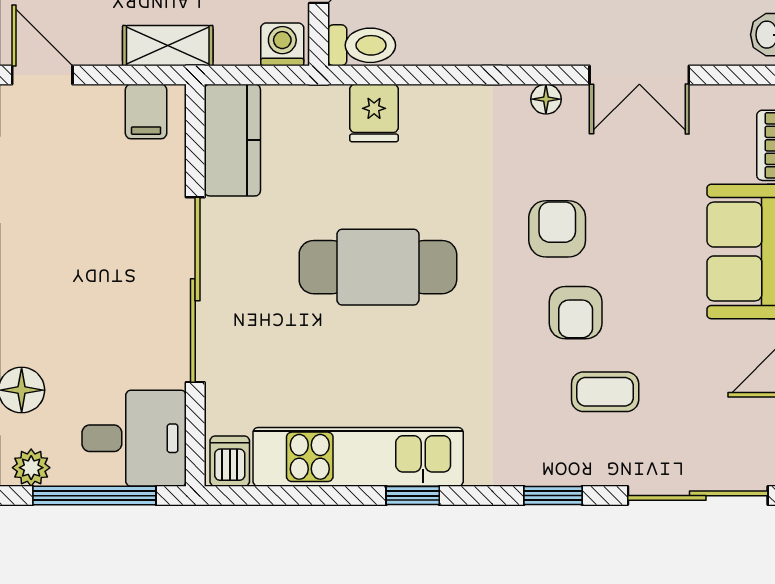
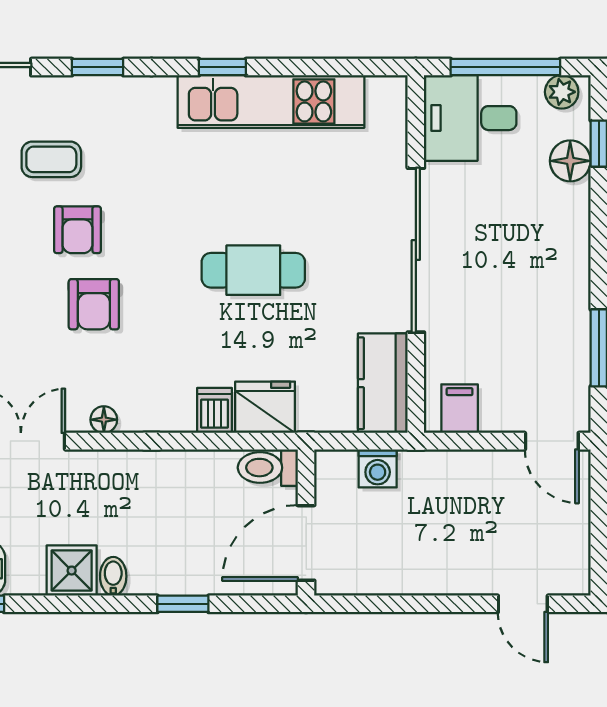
washing machine: (282, 44) -> (378, 468), moved
shelving: (168, 46) -> (440, 467), removed
fridge: (374, 113) -> (265, 407), width x1.38
cafe table: (378, 267) -> (253, 270), width x0.73, depth x0.74
armchair: (576, 313) -> (77, 230), turned 180
dishwasher: (230, 461) -> (214, 410), moved, turned 180

